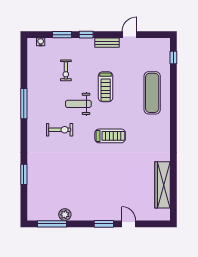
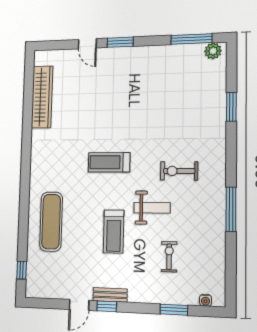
window: (86, 35) -> (107, 306), moved
treadmill: (106, 87) -> (114, 231), turned 180
plant: (65, 215) -> (213, 51), moved

